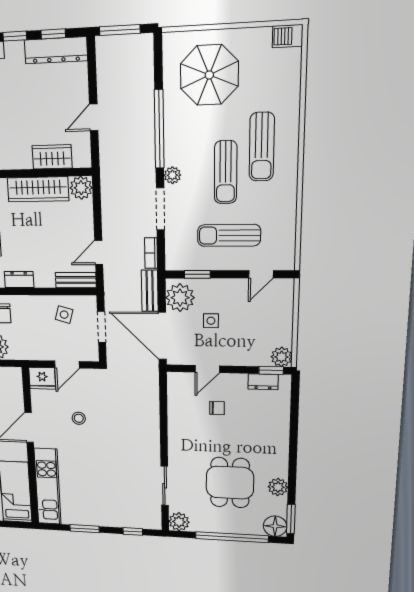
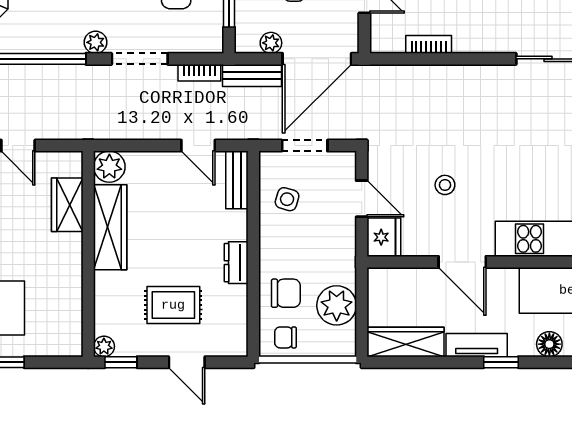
plant: (180, 298) -> (271, 43), width x0.53, depth x0.53
bookcase: (174, 411) -> (429, 44), added

